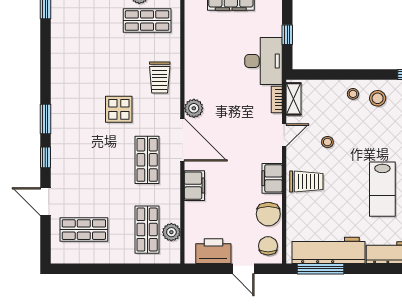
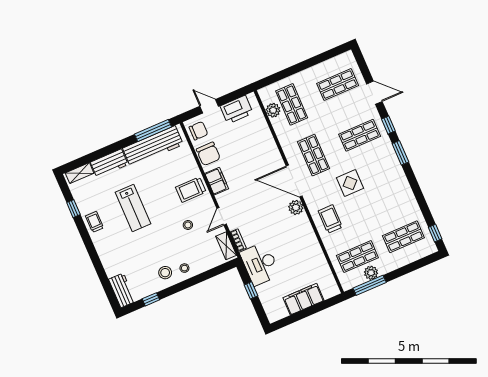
shop shelf: (84, 21) -> (403, 237), added
shop shelf: (84, 160) -> (360, 135), added
filing cabinet: (194, 186) -> (271, 151), removed
lab bench: (382, 189) -> (133, 208), turned 180
chair: (268, 214) -> (208, 154), turned 180
chair: (268, 246) -> (198, 131), turned -90

